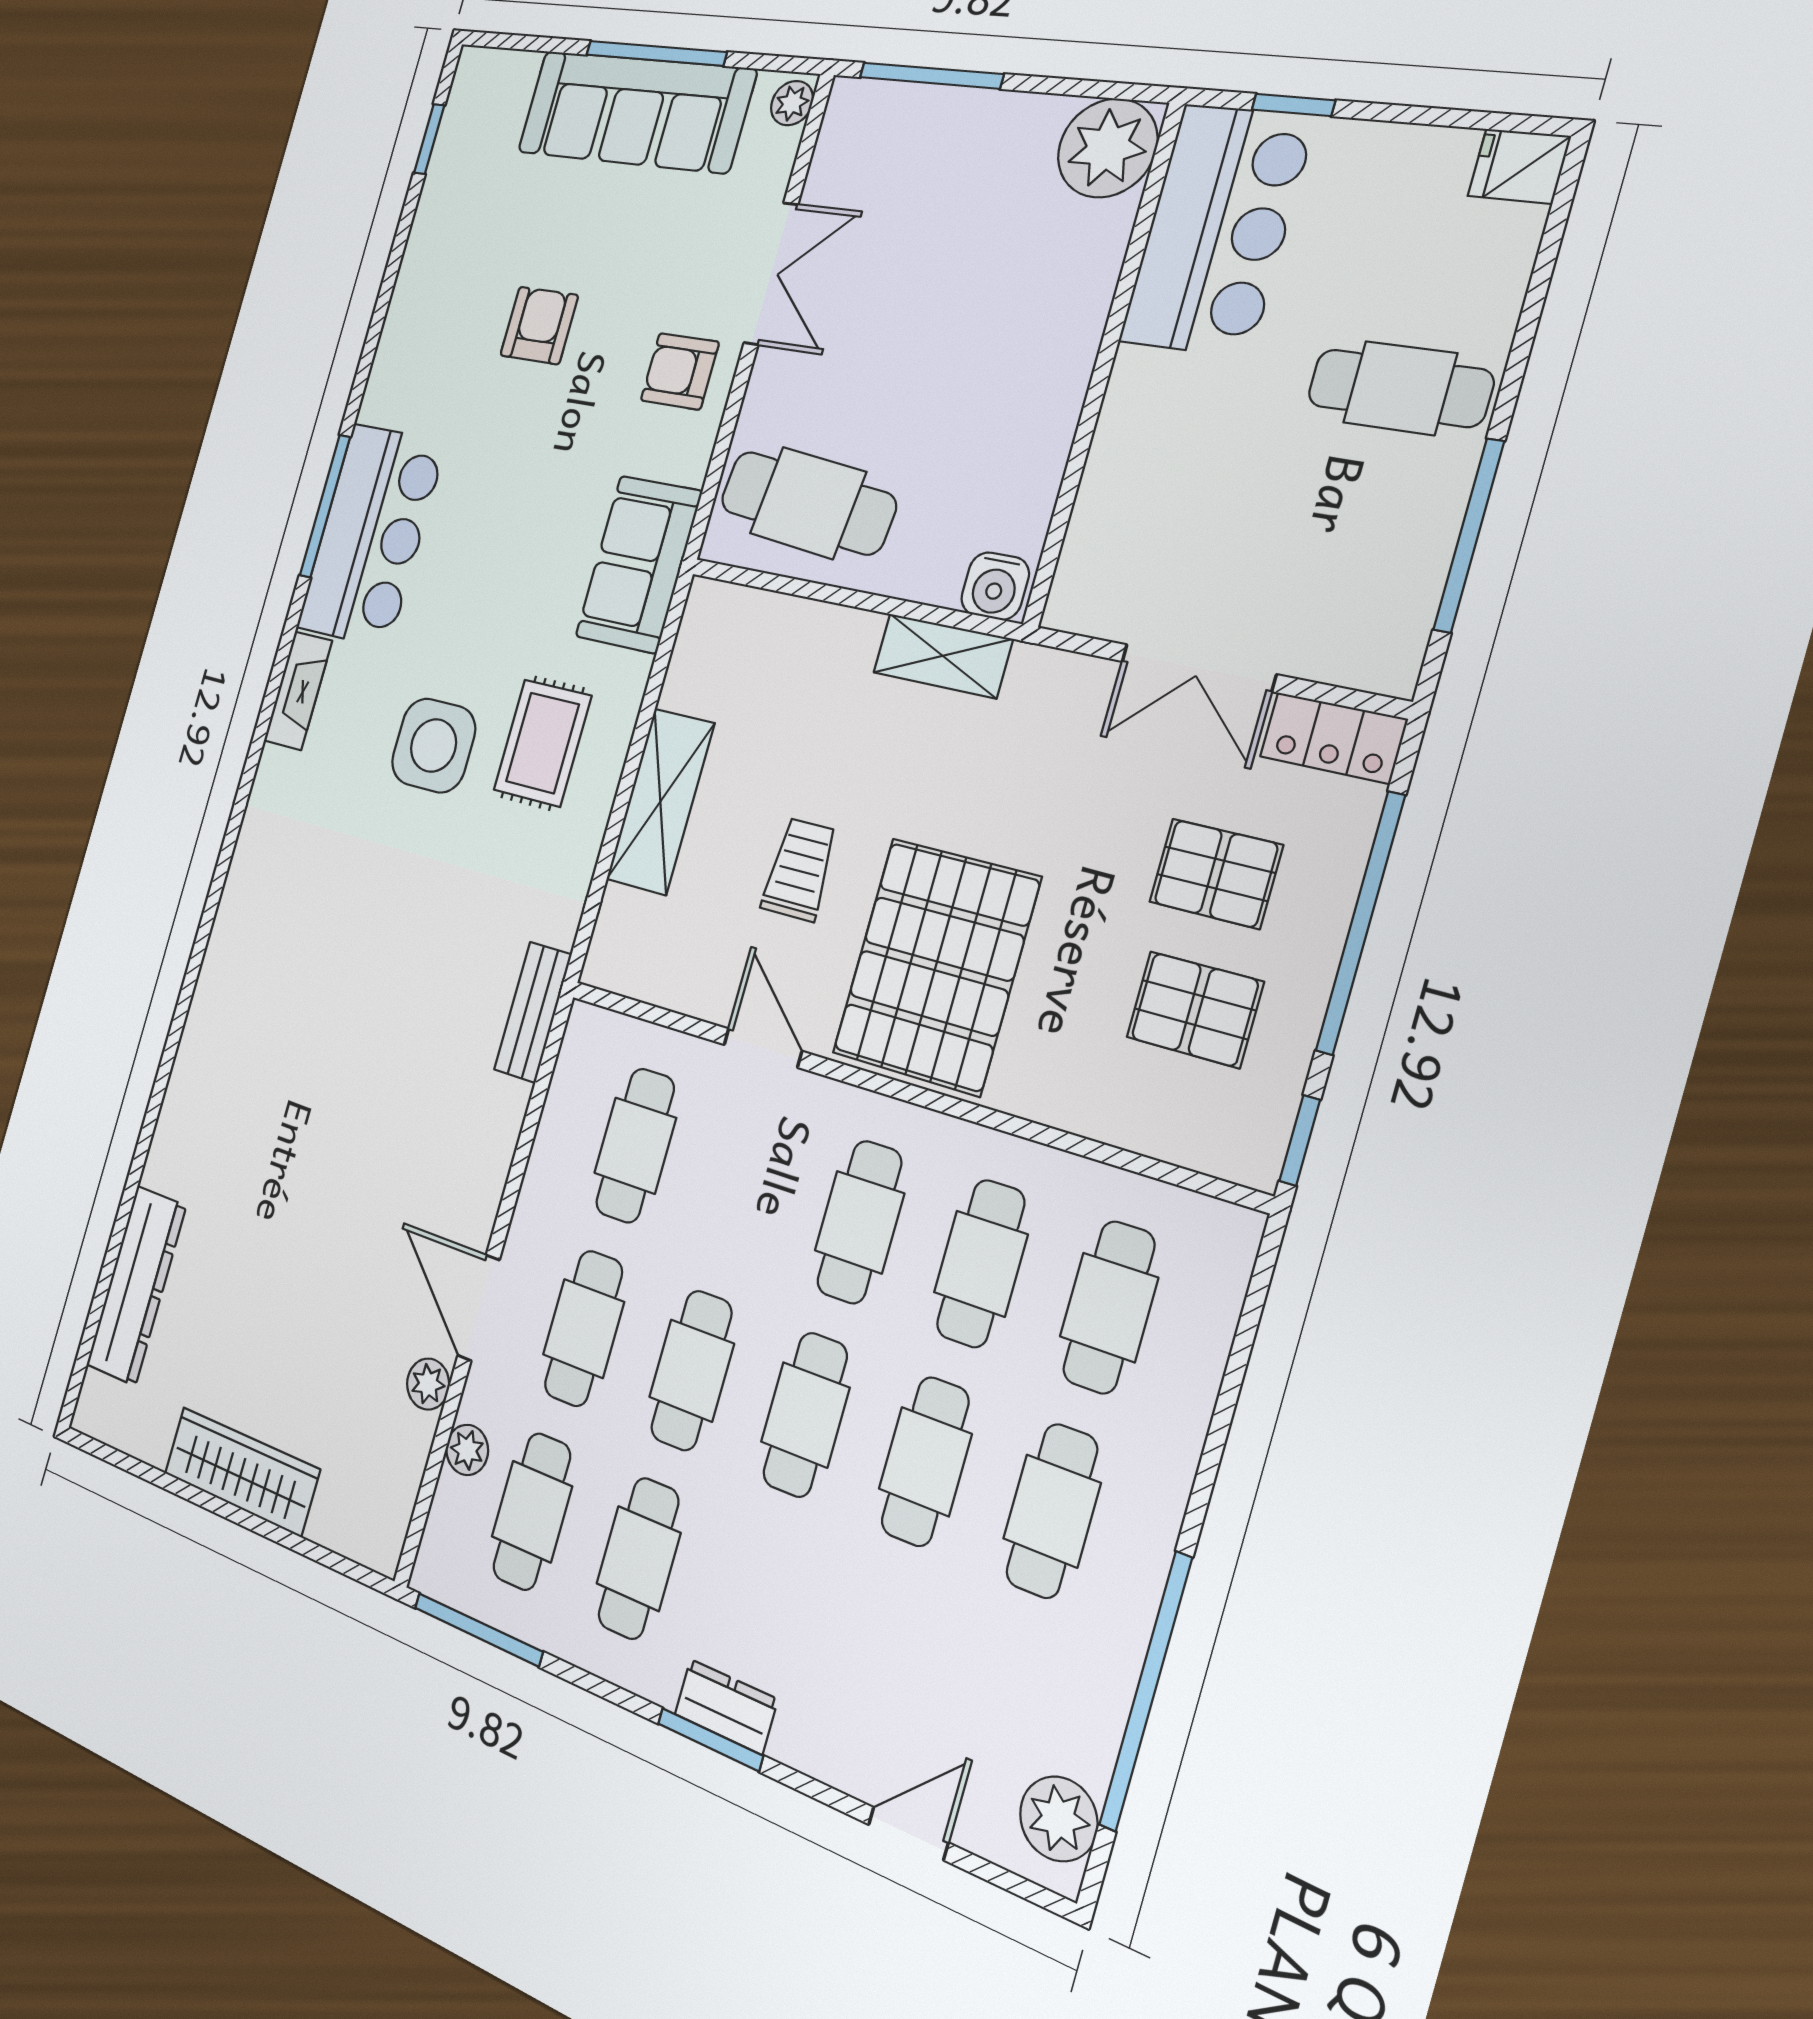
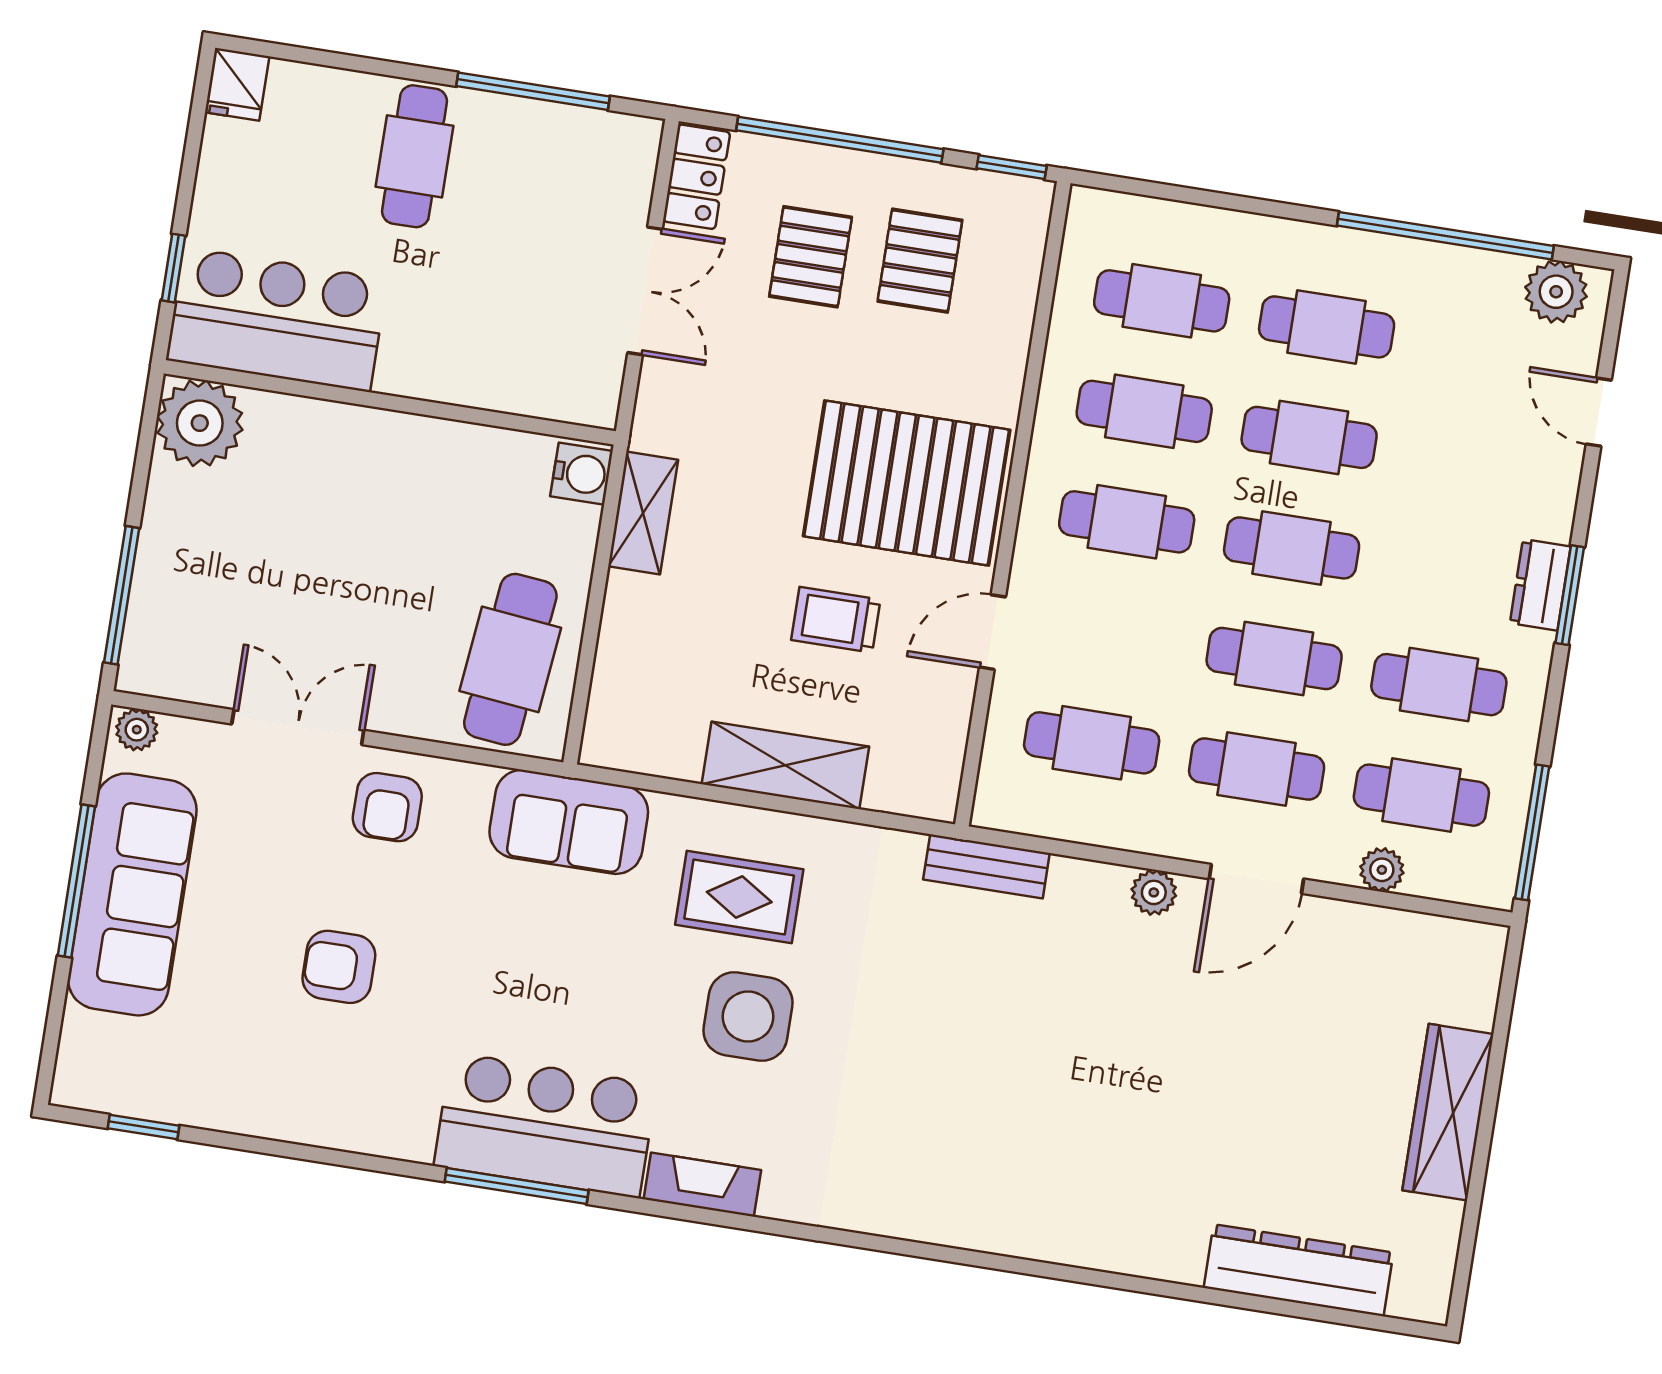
plant: (428, 1384) -> (1154, 892), moved

